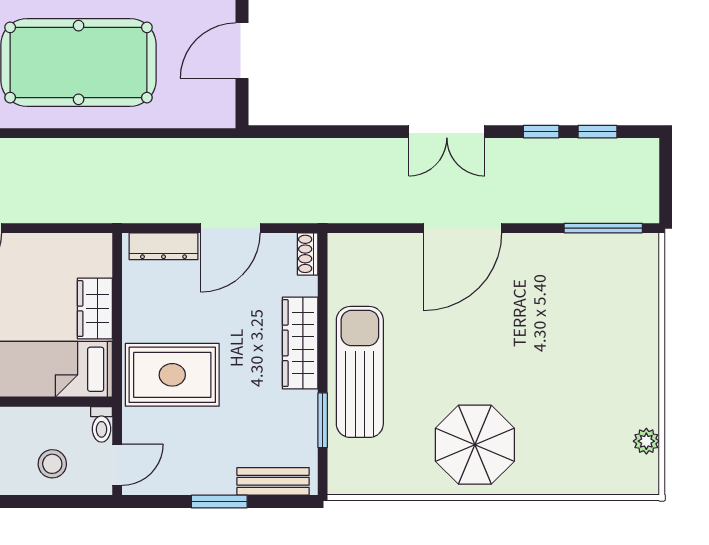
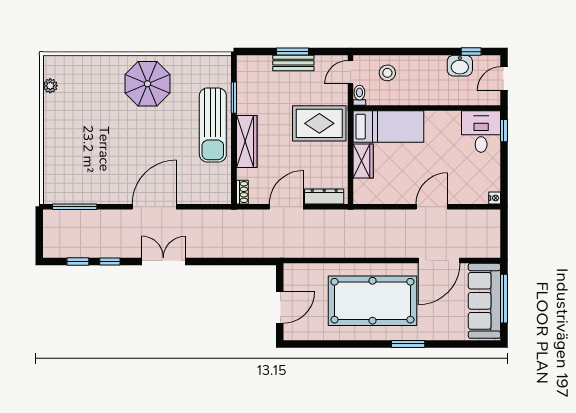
bench: (273, 481) -> (293, 63), moved

